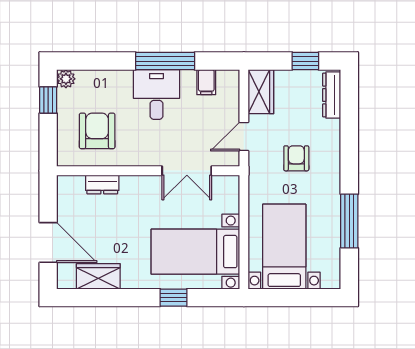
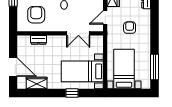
window: (349, 221) -> (154, 67), moved

